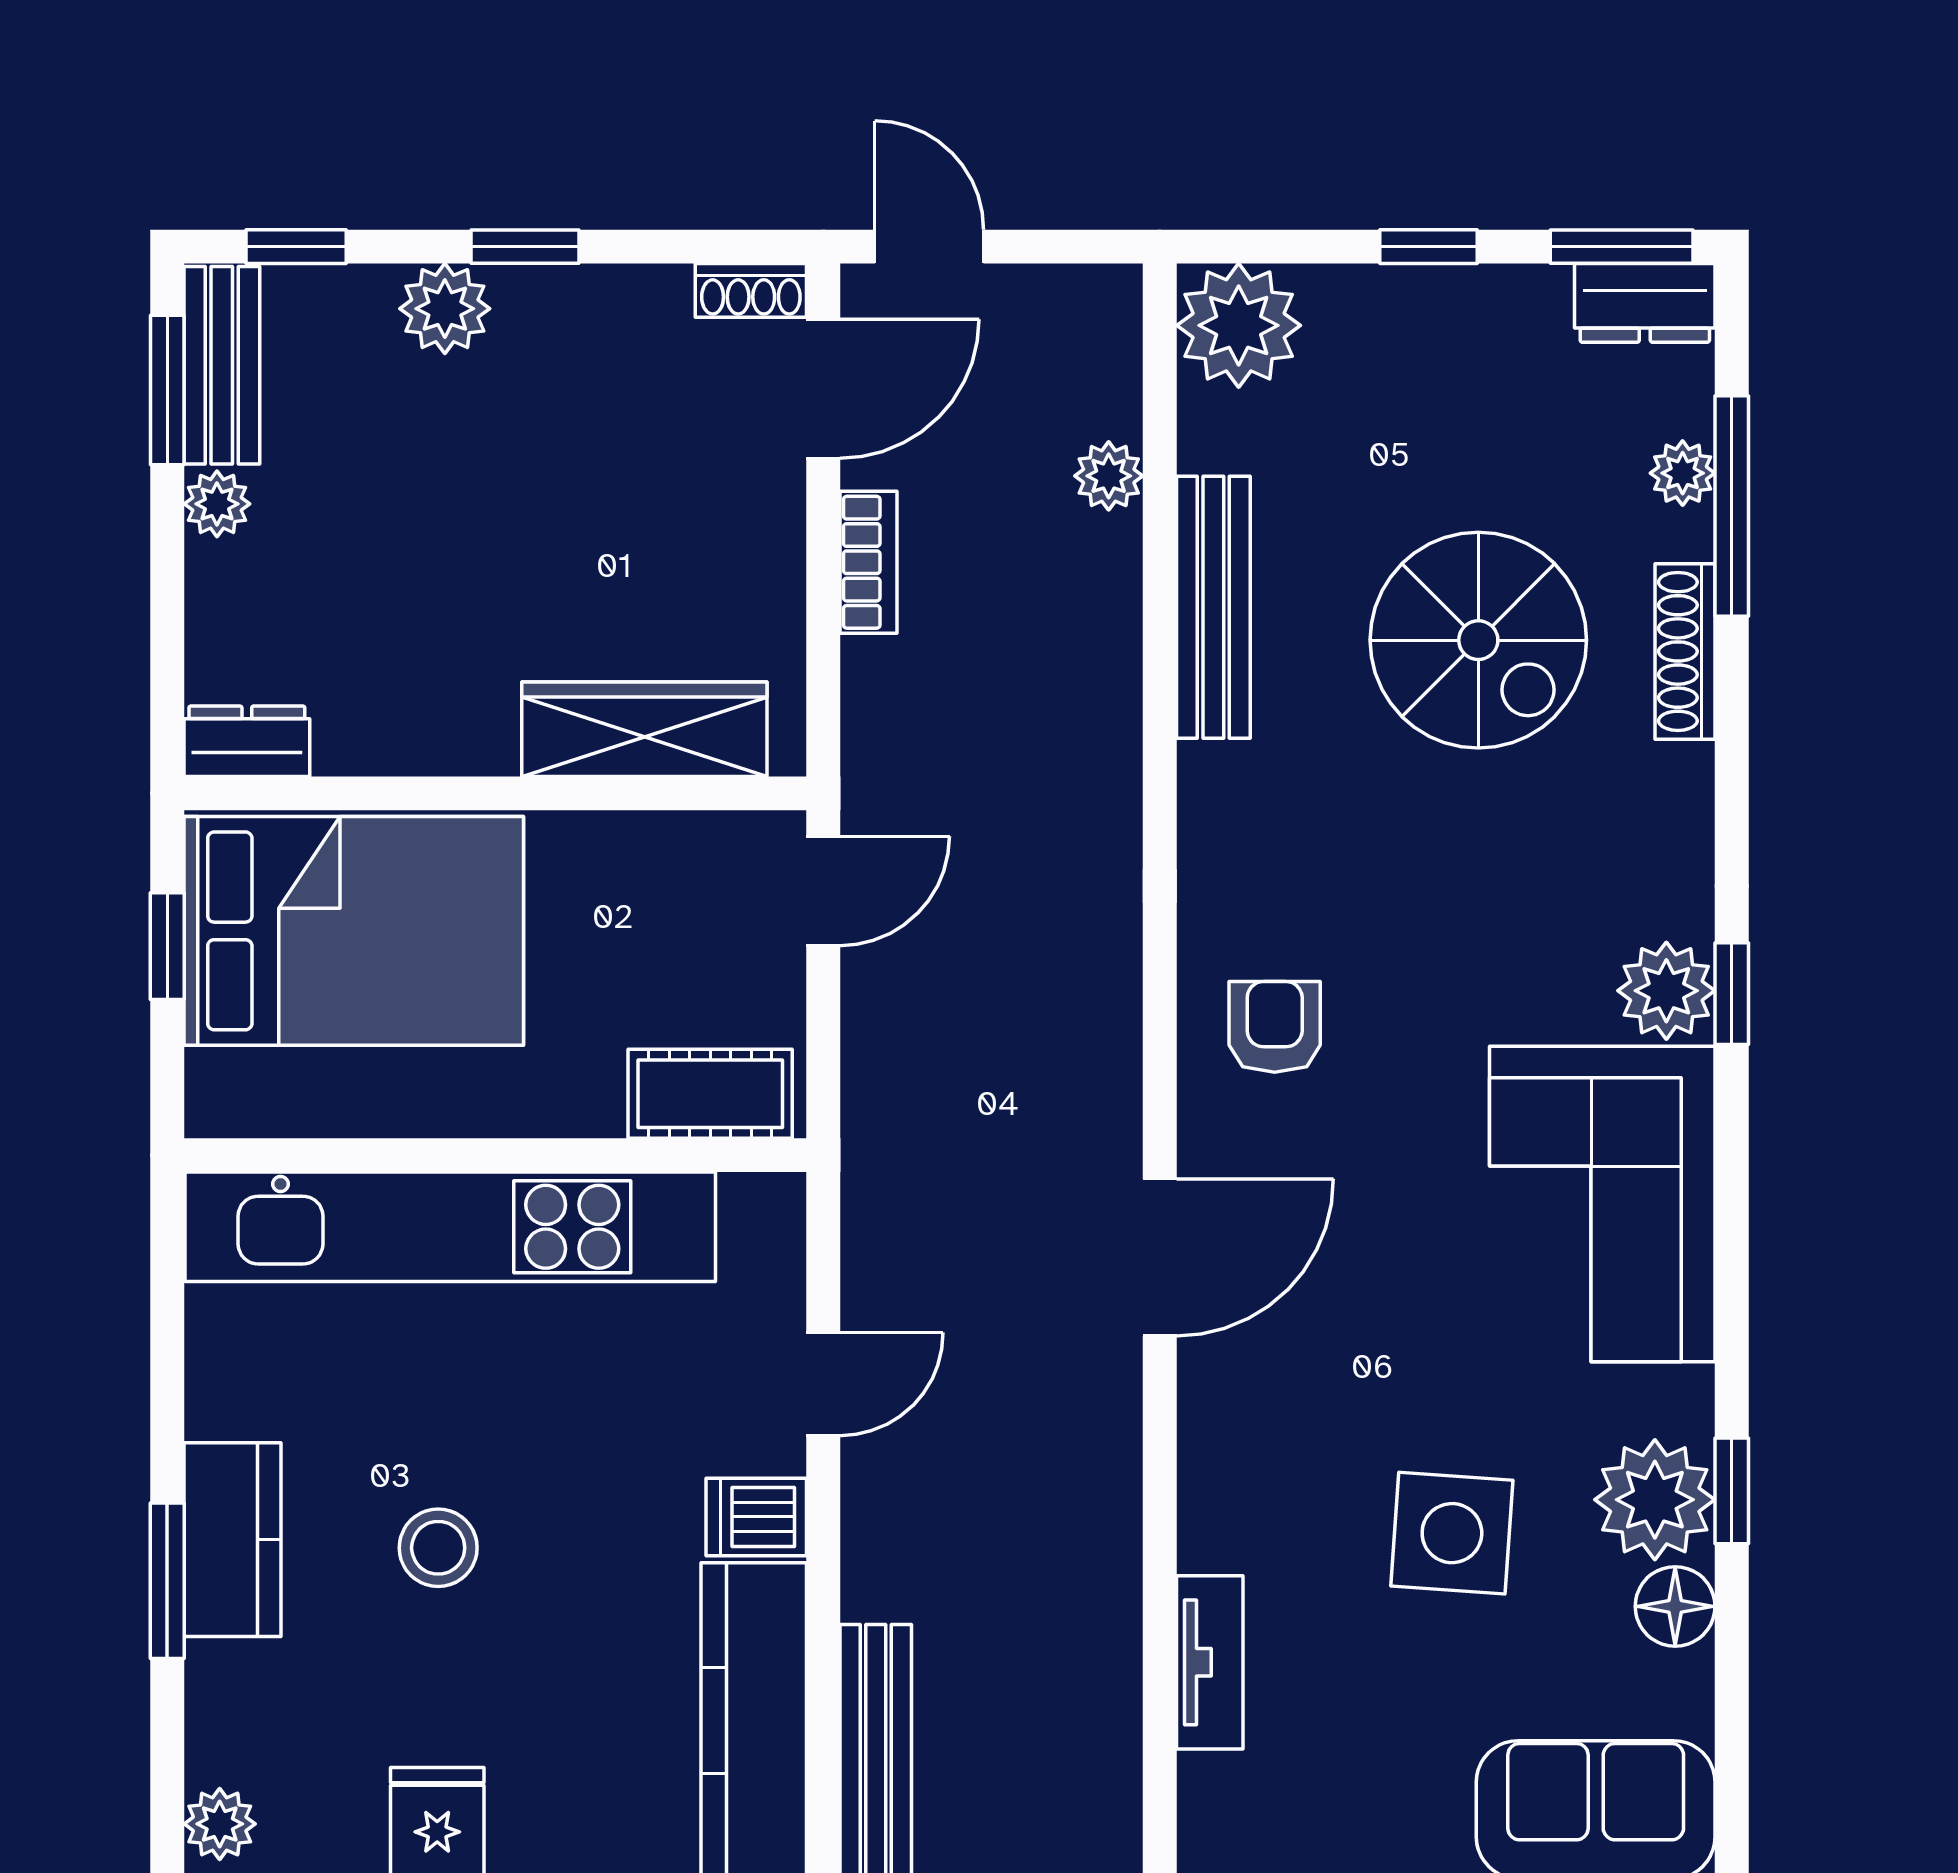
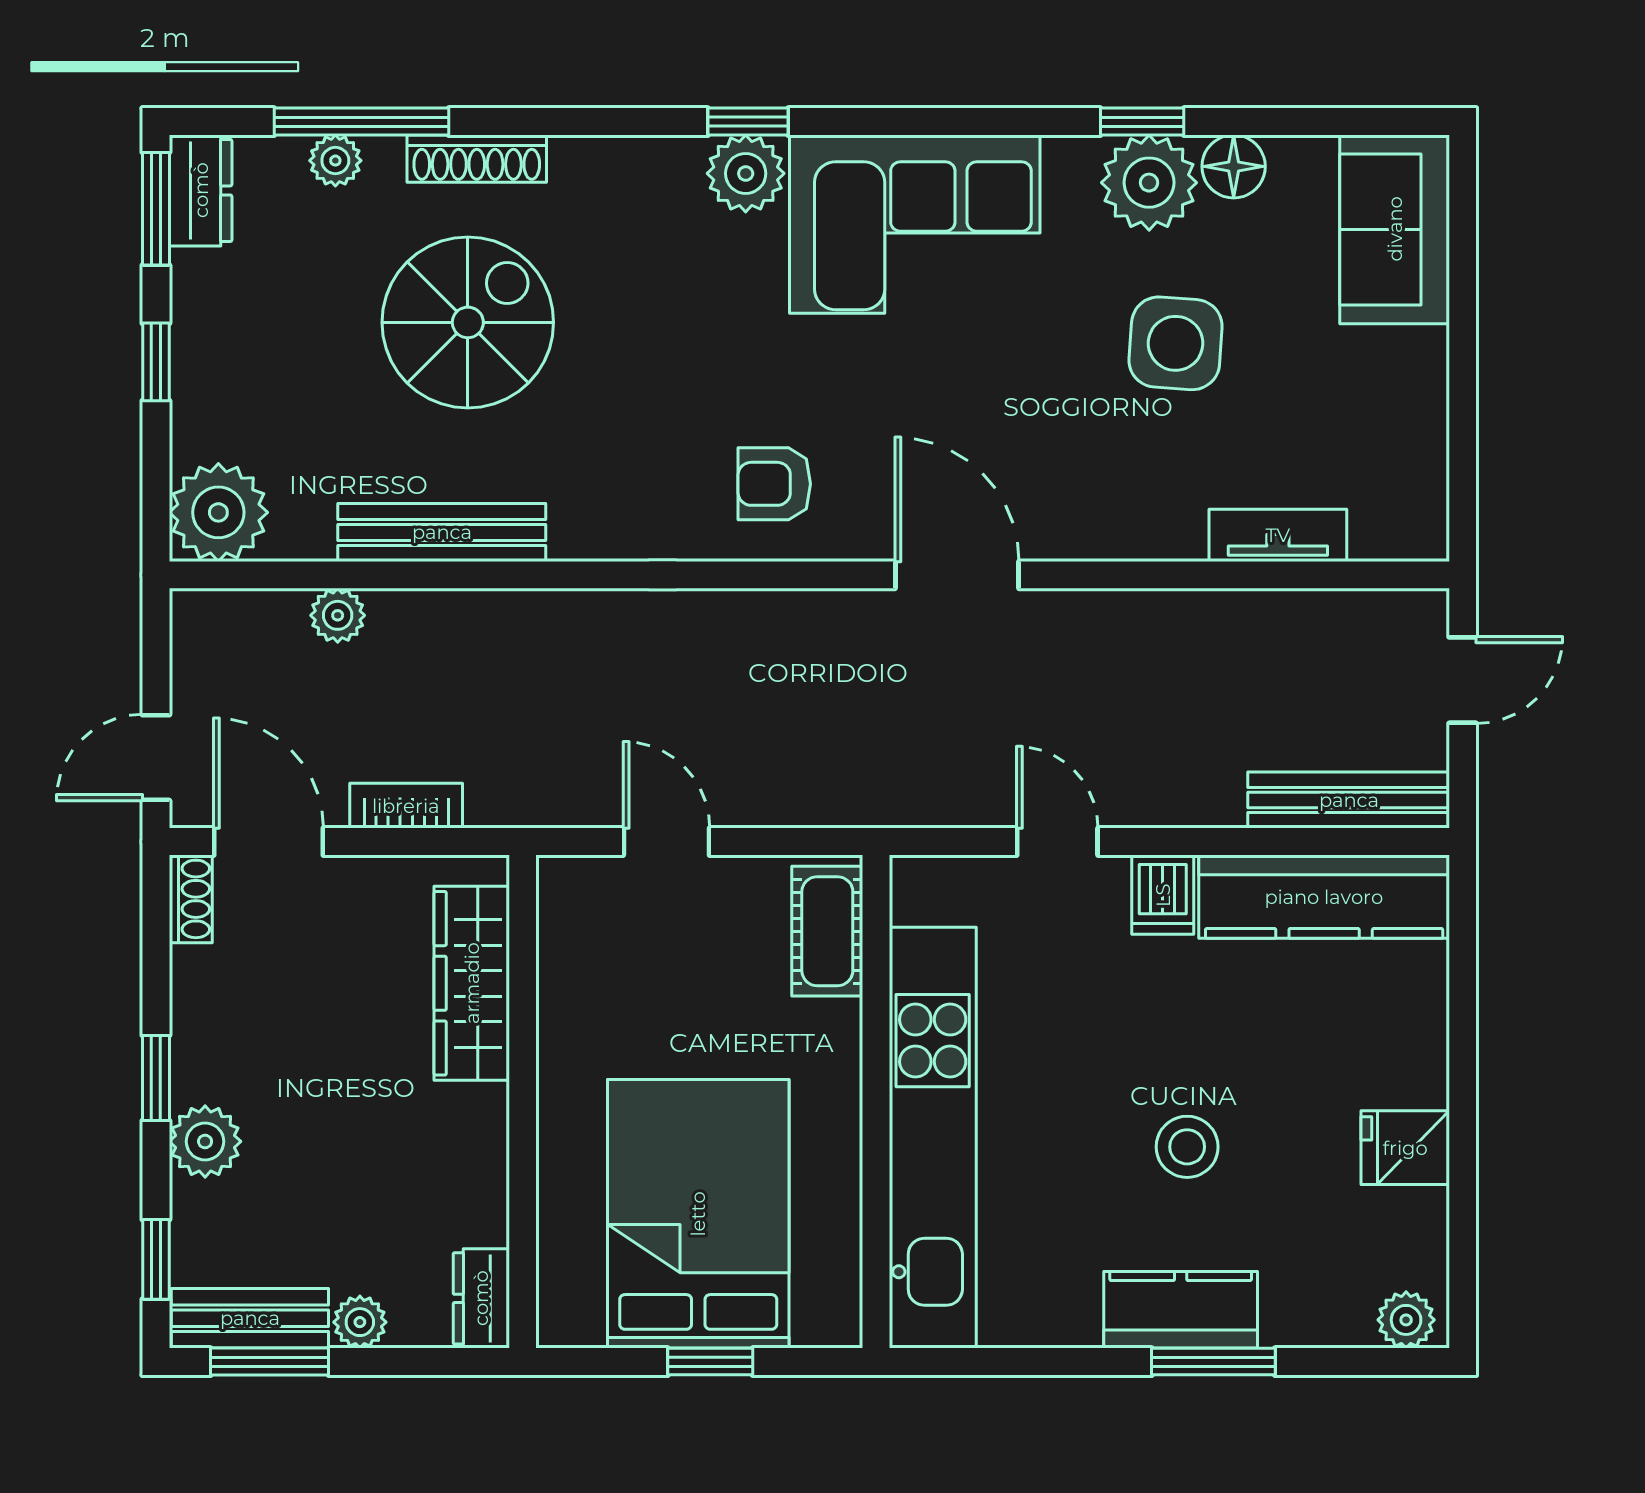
wardrobe: (644, 729) -> (472, 983), moved
dresser: (247, 741) -> (481, 1298), moved
wall: (495, 793) -> (523, 1102), moved

